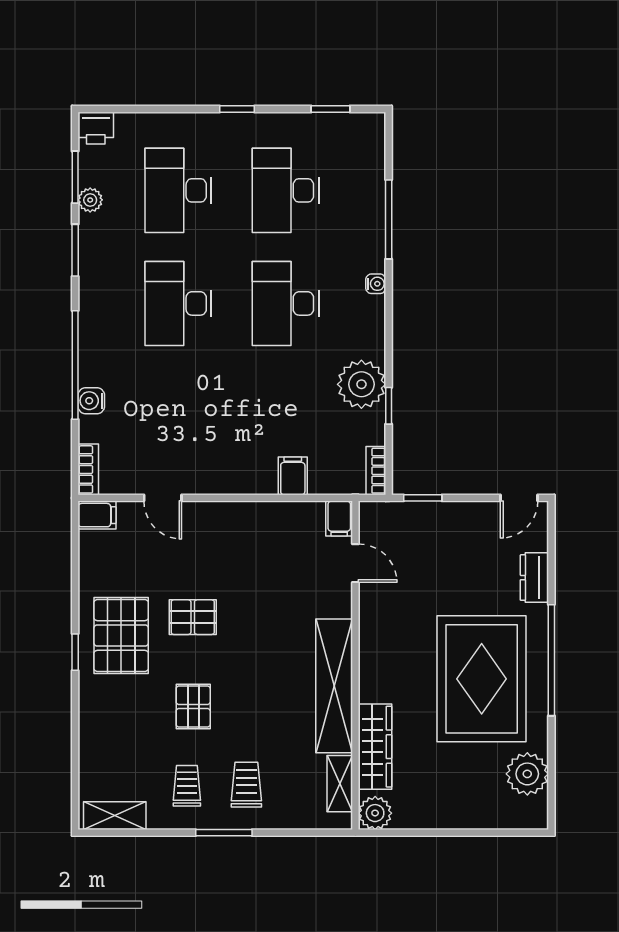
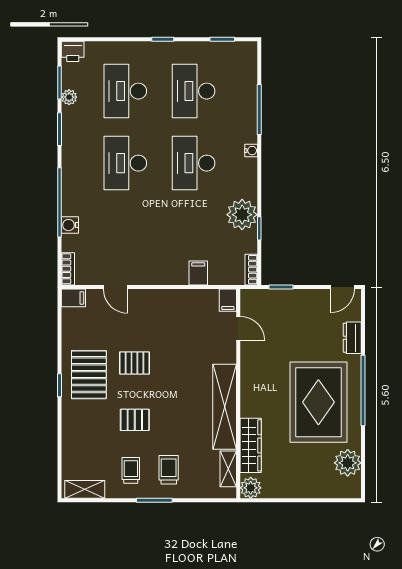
pallet: (193, 706) -> (135, 420), turned 90

